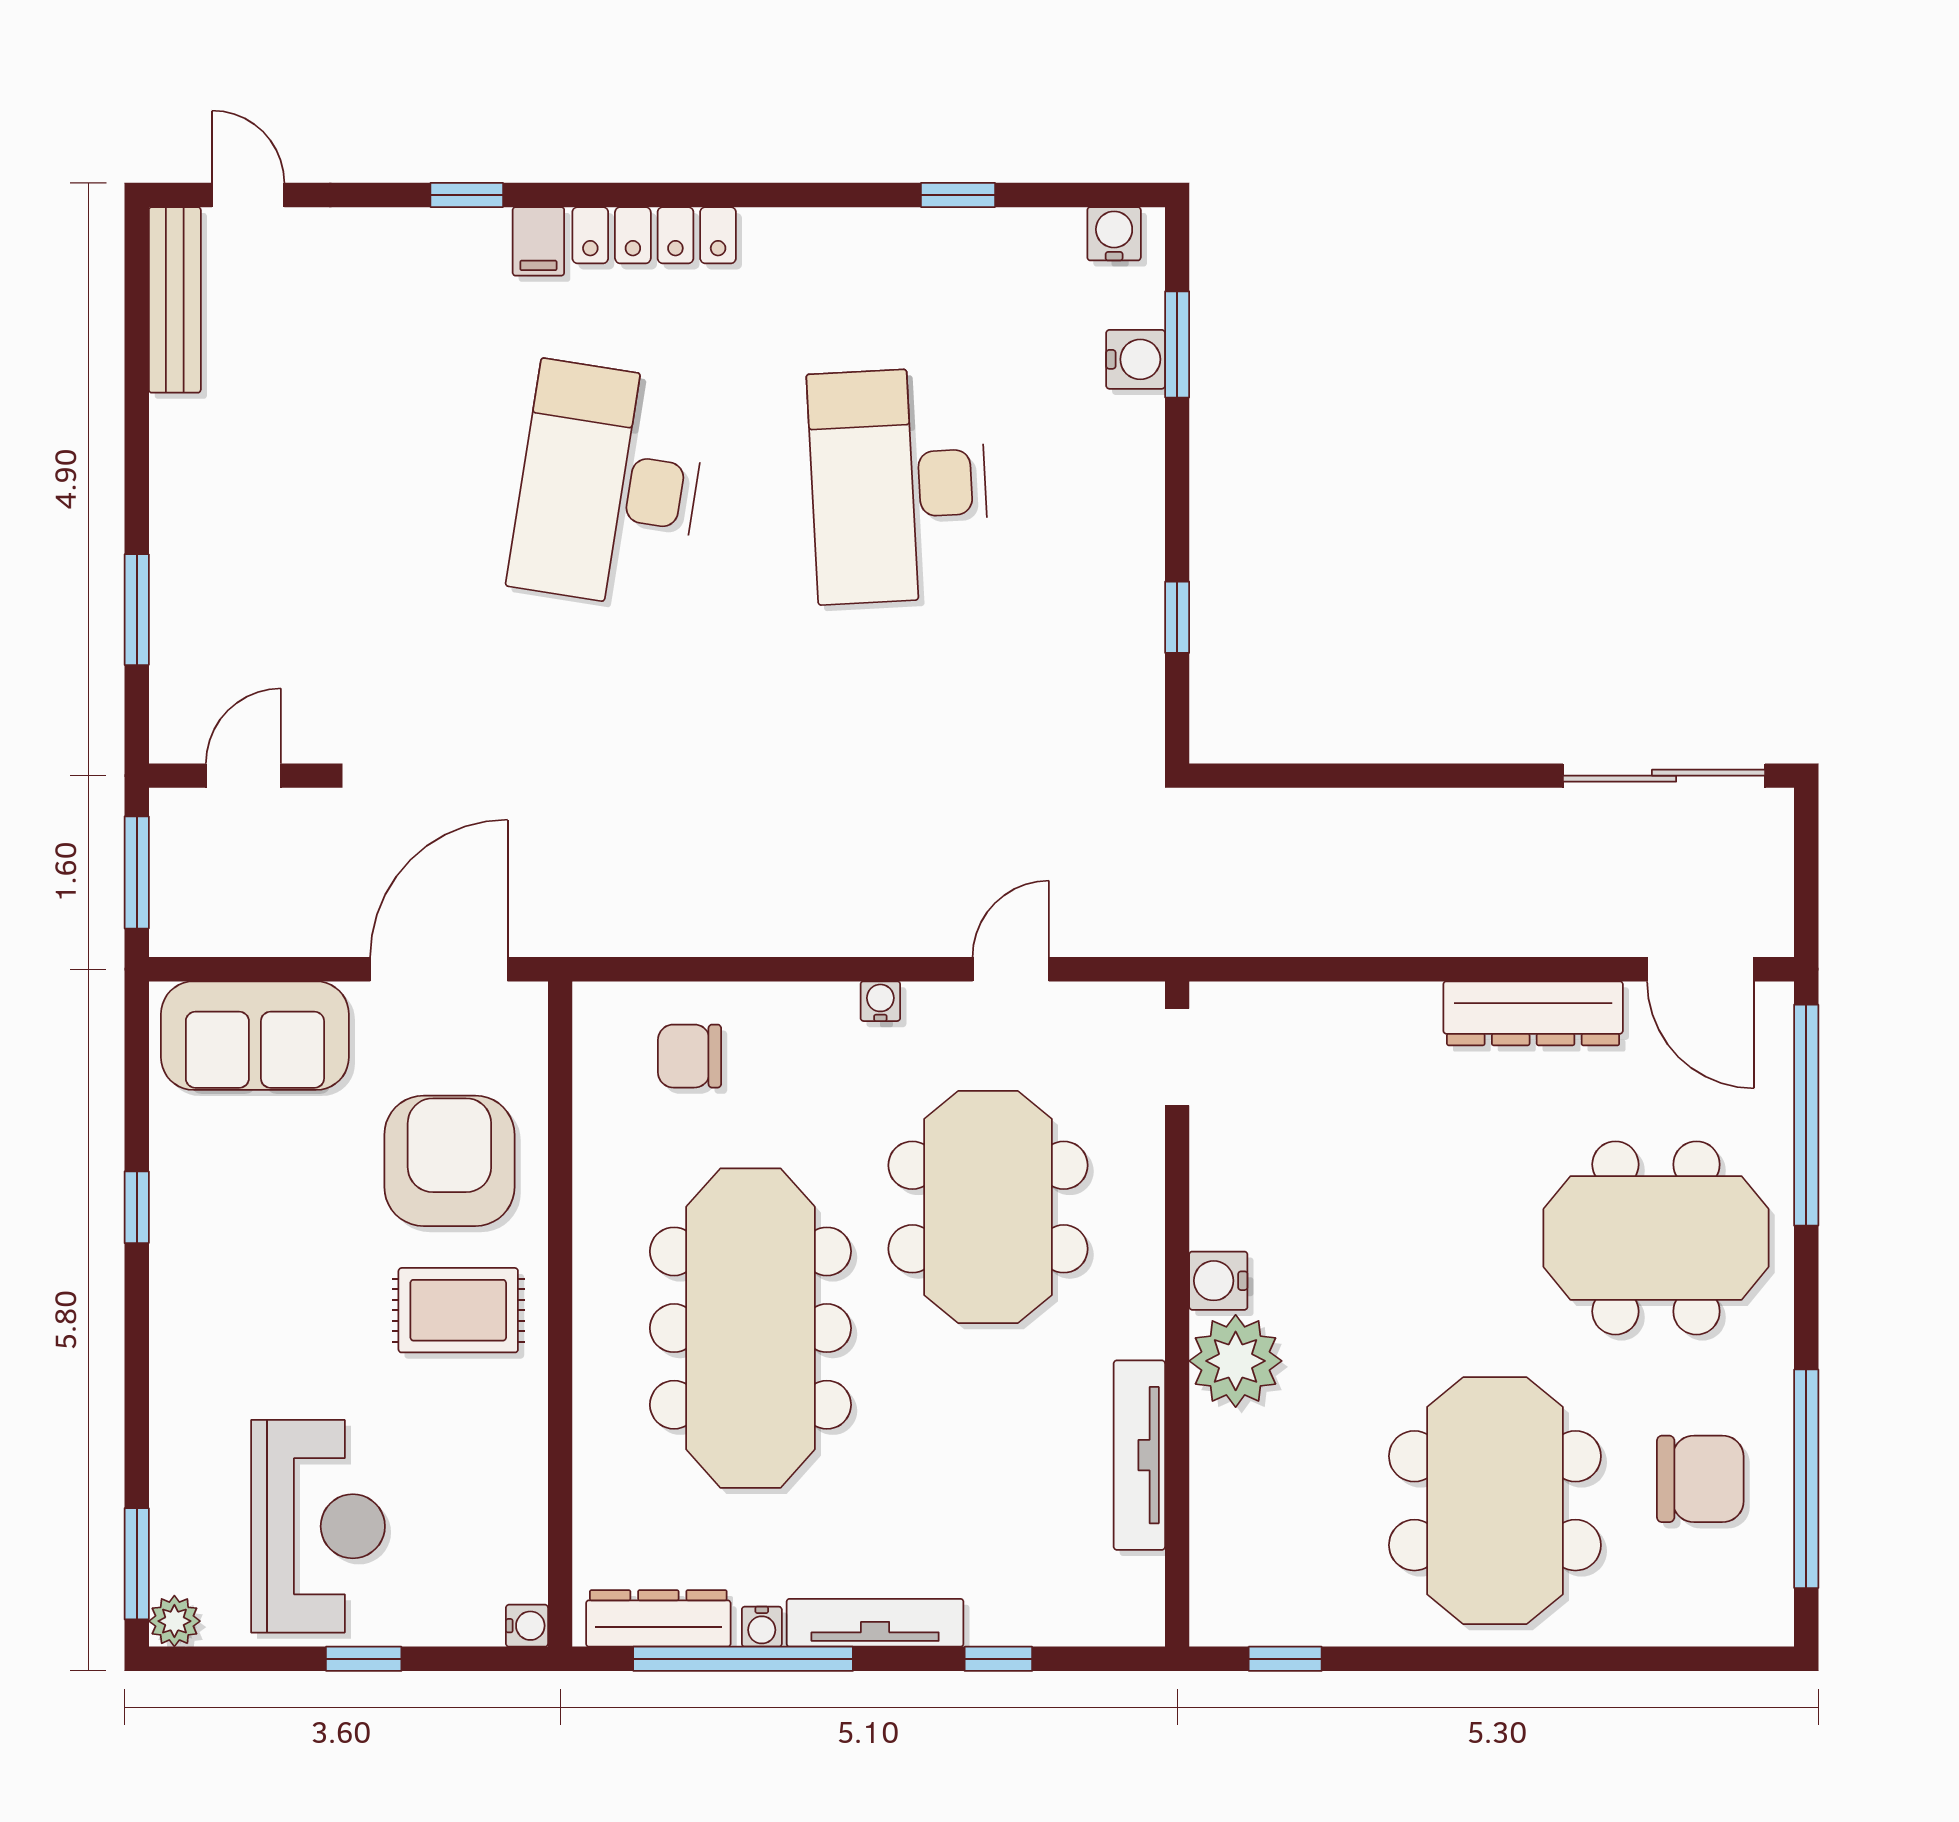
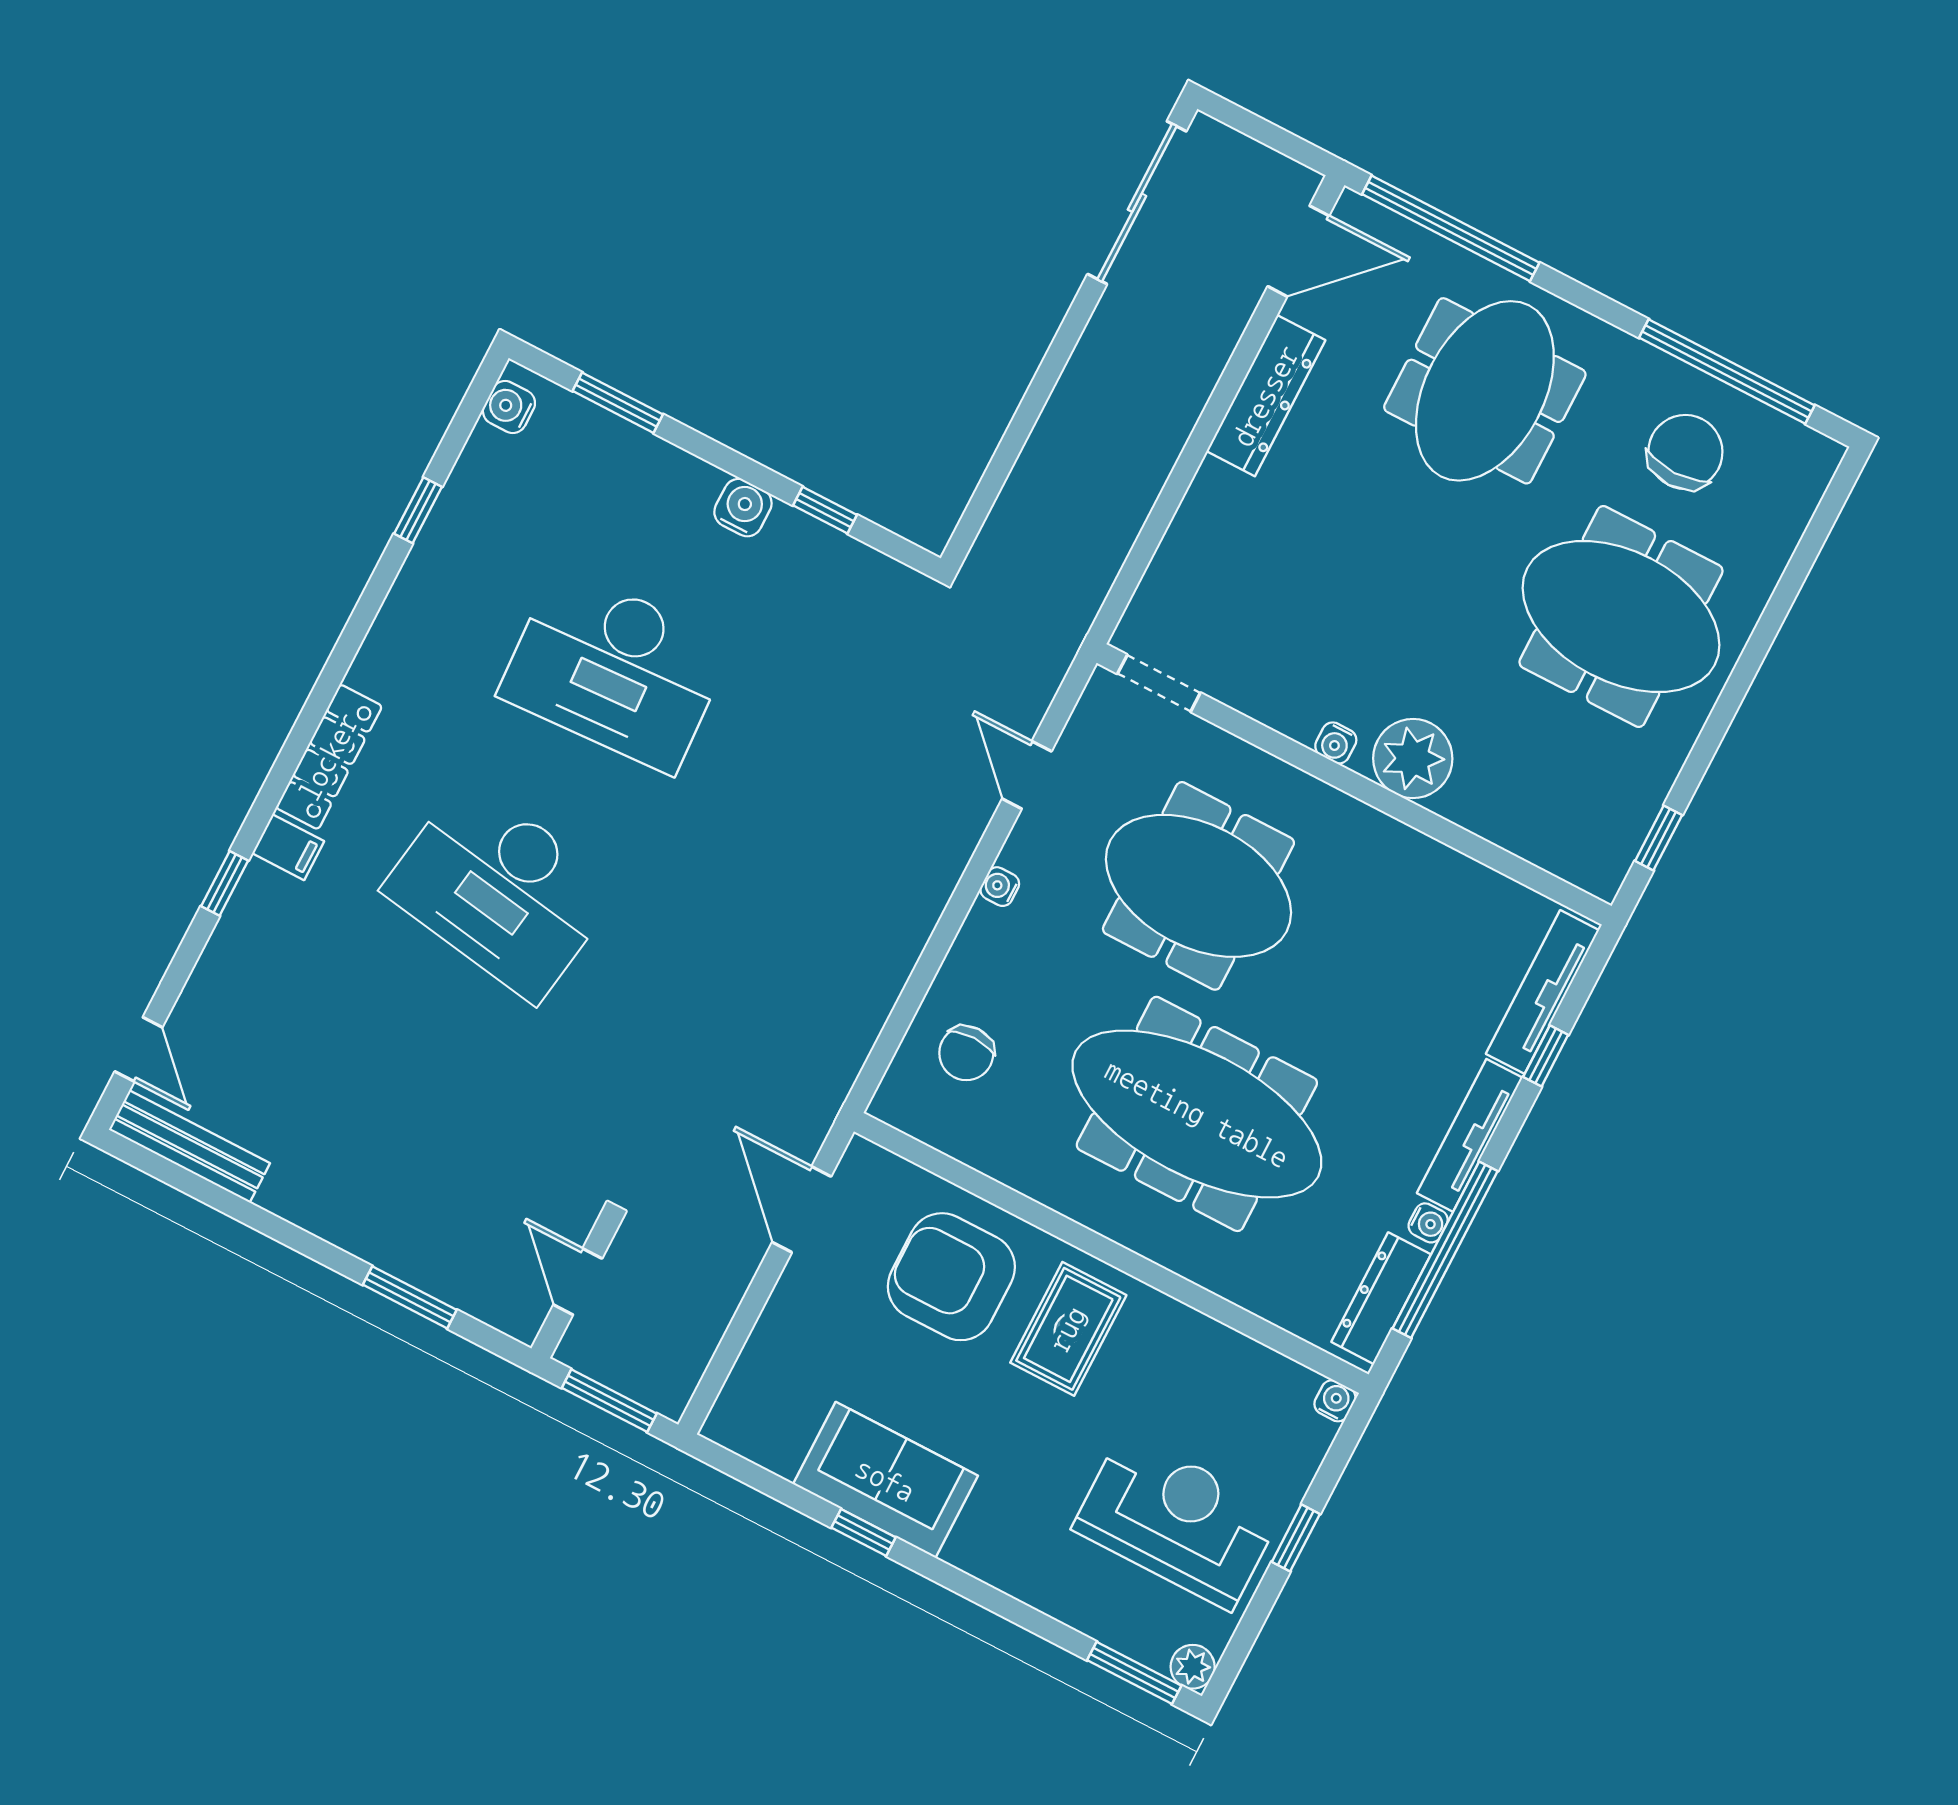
door: (248, 195) -> (139, 1049), swing flipped
water cooler: (1136, 359) -> (743, 508), moved
door: (439, 969) -> (802, 1209), width x0.73
sofa: (255, 1036) -> (885, 1480), moved, turned -90
water cooler: (1218, 1281) -> (1336, 743), width x0.72, depth x0.72
tv unit: (1139, 1455) -> (1542, 992), moved, turned 90

